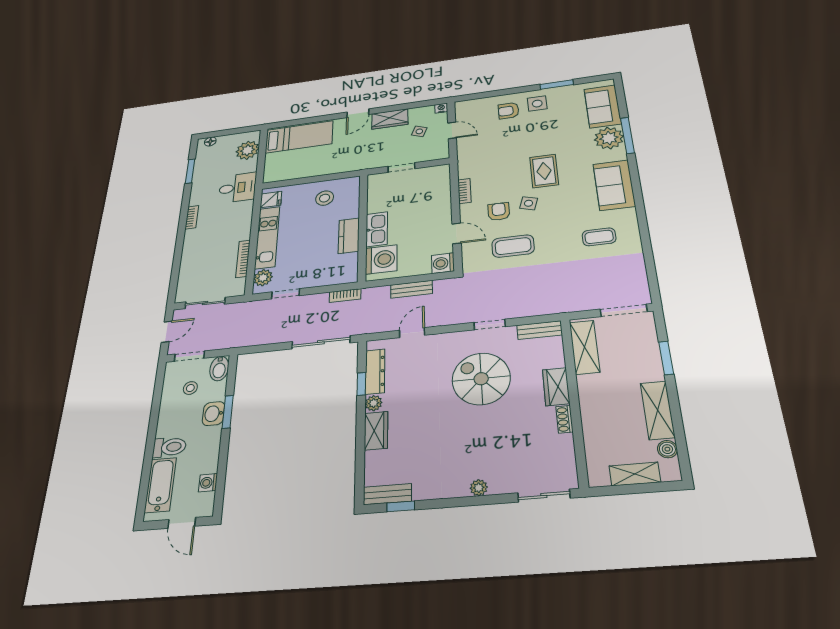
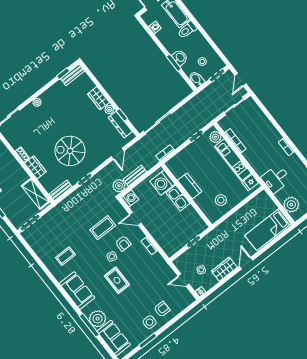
plant: (445, 288) -> (119, 186), added
spiral stairs: (481, 379) -> (70, 151), turned 180

